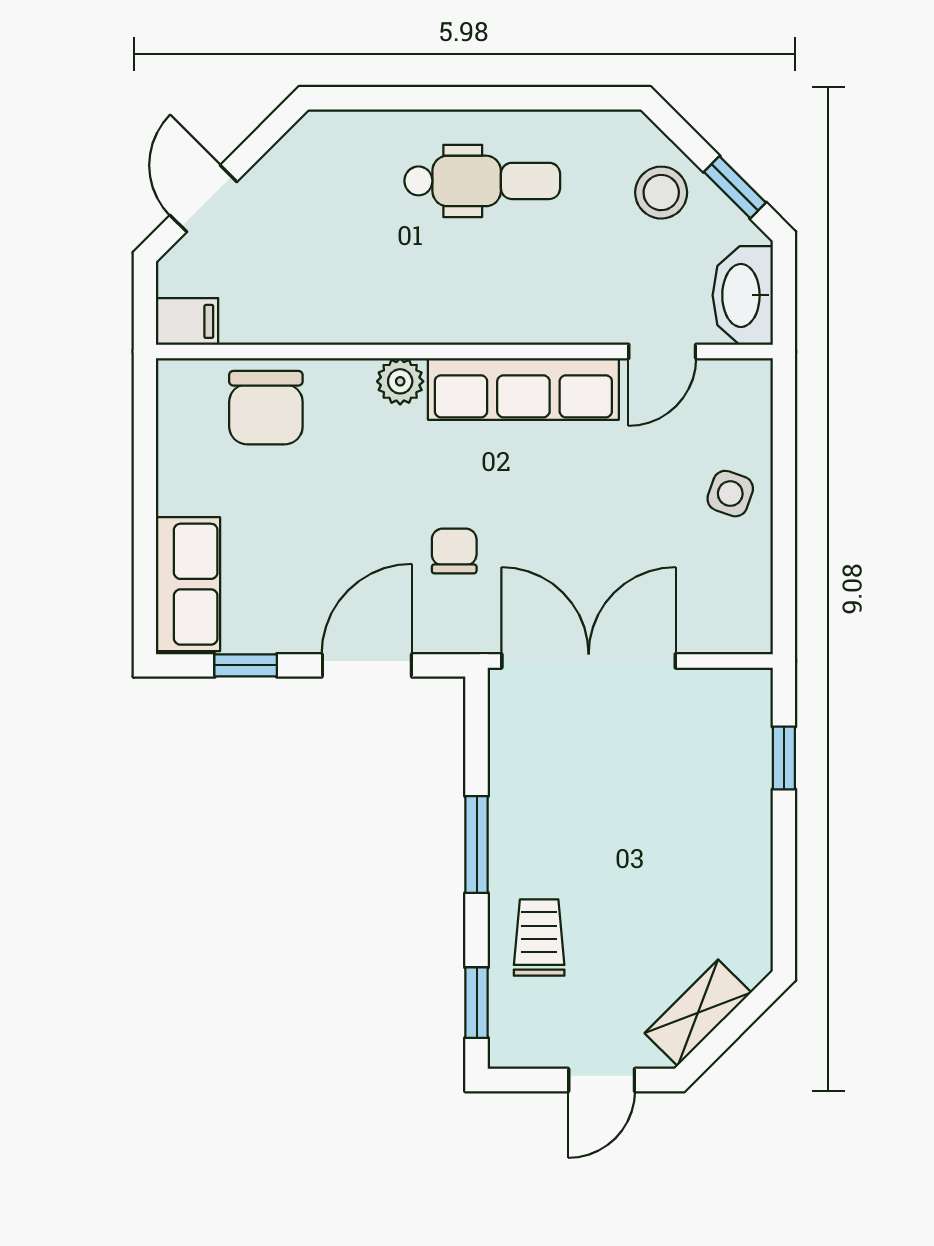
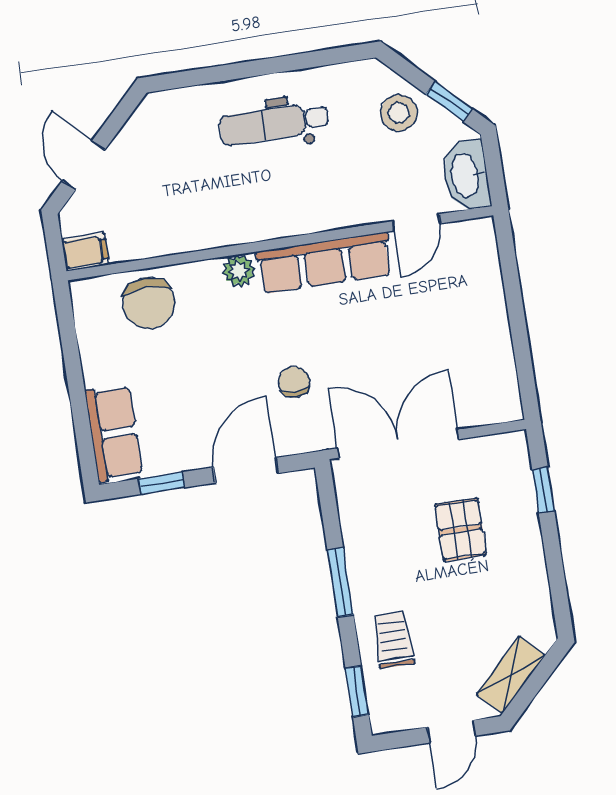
dental chair: (482, 181) -> (274, 124), turned 180
side table: (730, 494) -> (478, 313), removed
pallet: (658, 796) -> (461, 530), added

